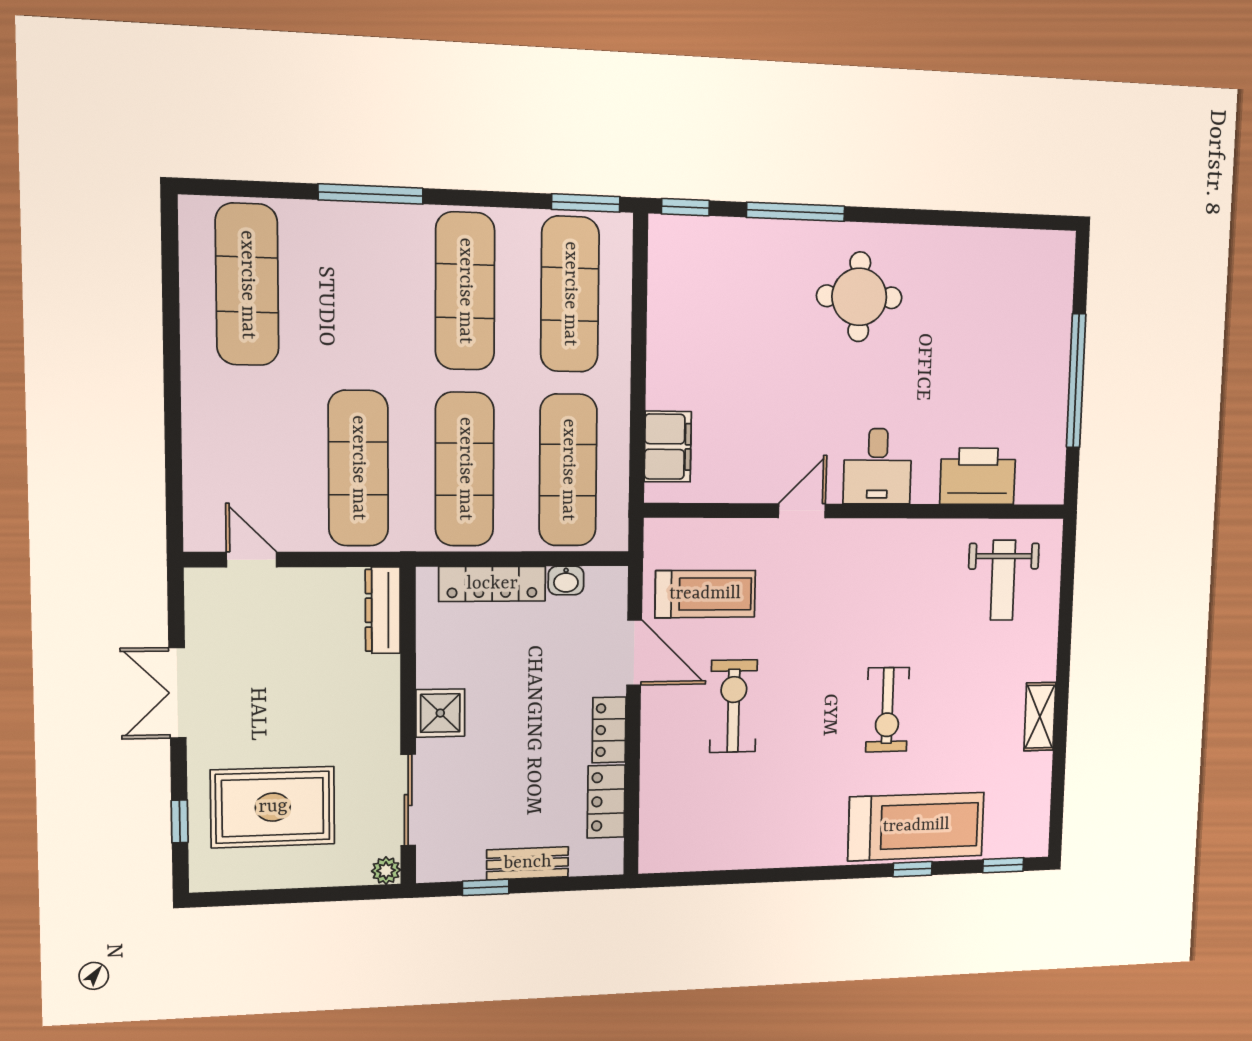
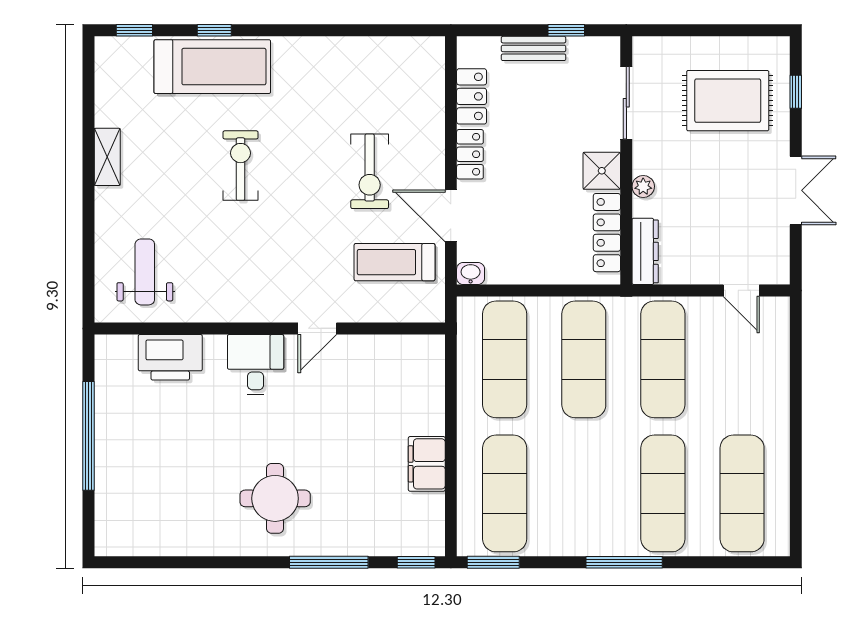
window: (371, 194) -> (624, 562), moved
exercise mat: (465, 291) -> (663, 493), moved
filing cabinet: (668, 447) -> (427, 464), moved
washbasin: (566, 581) -> (471, 273), moved
locker: (492, 584) -> (607, 233), moved, turned -90
treadmill: (916, 826) -> (212, 67), turned 180
plant: (386, 871) -> (643, 186), moved

